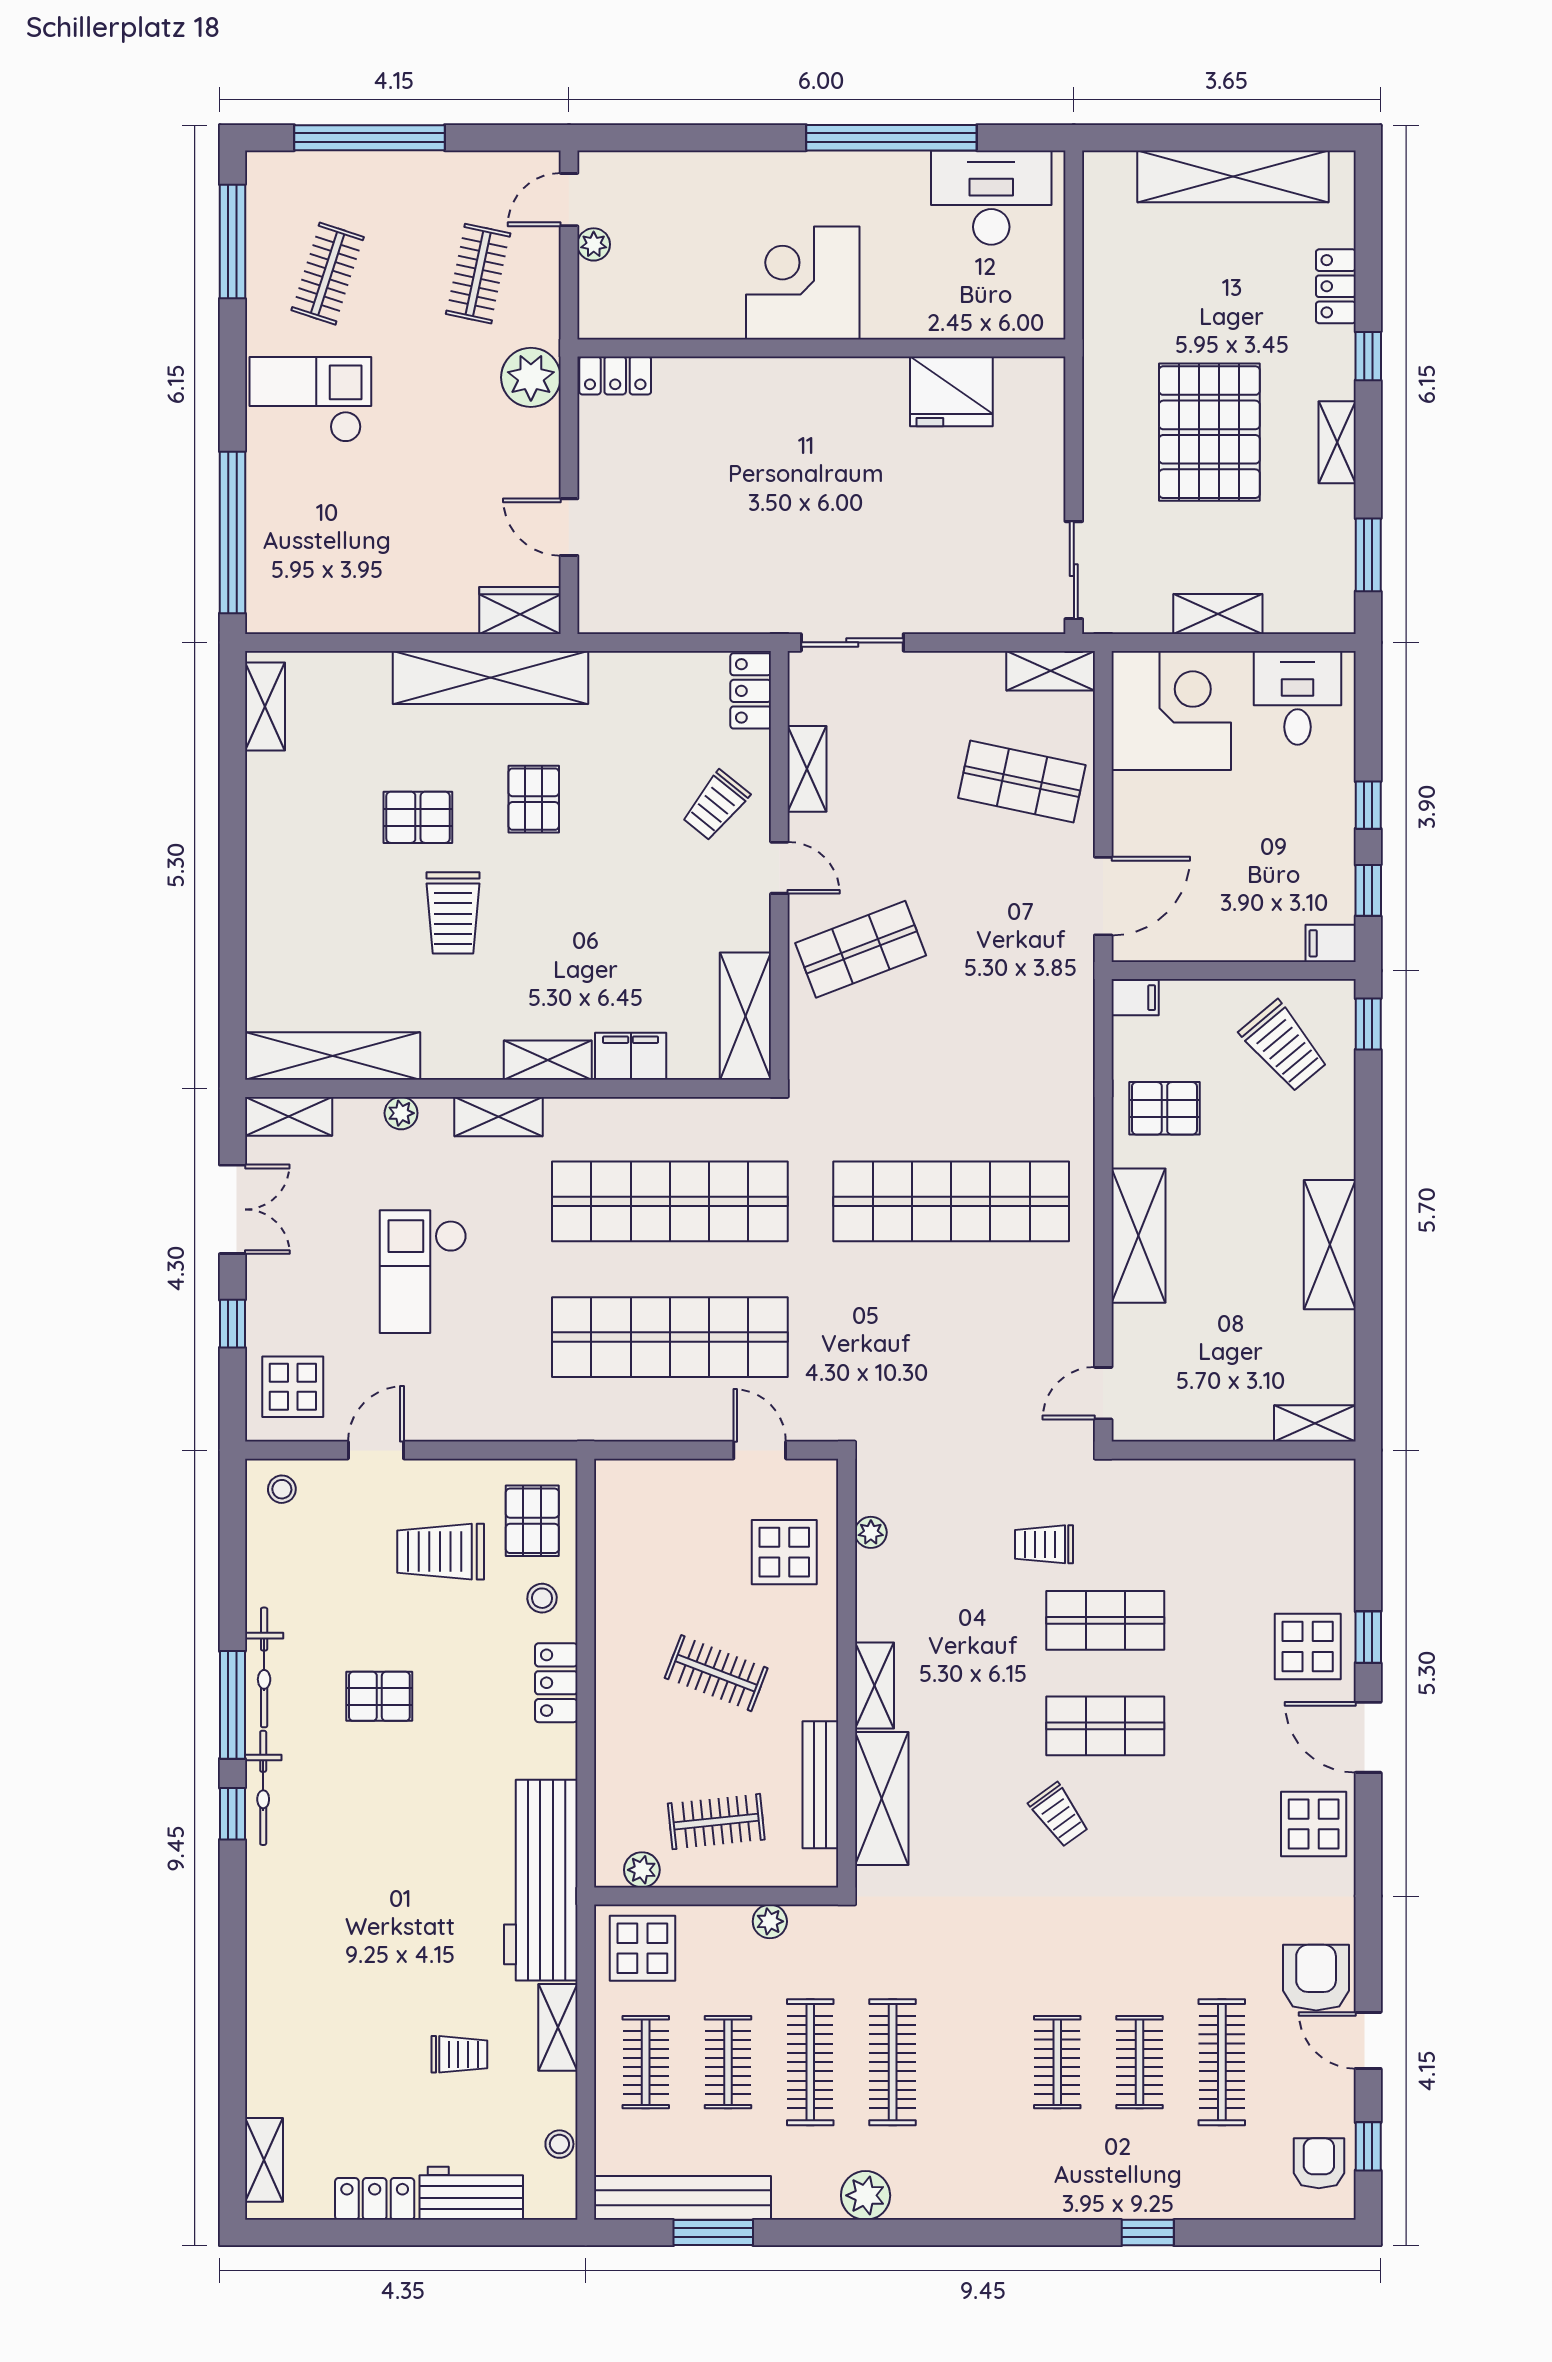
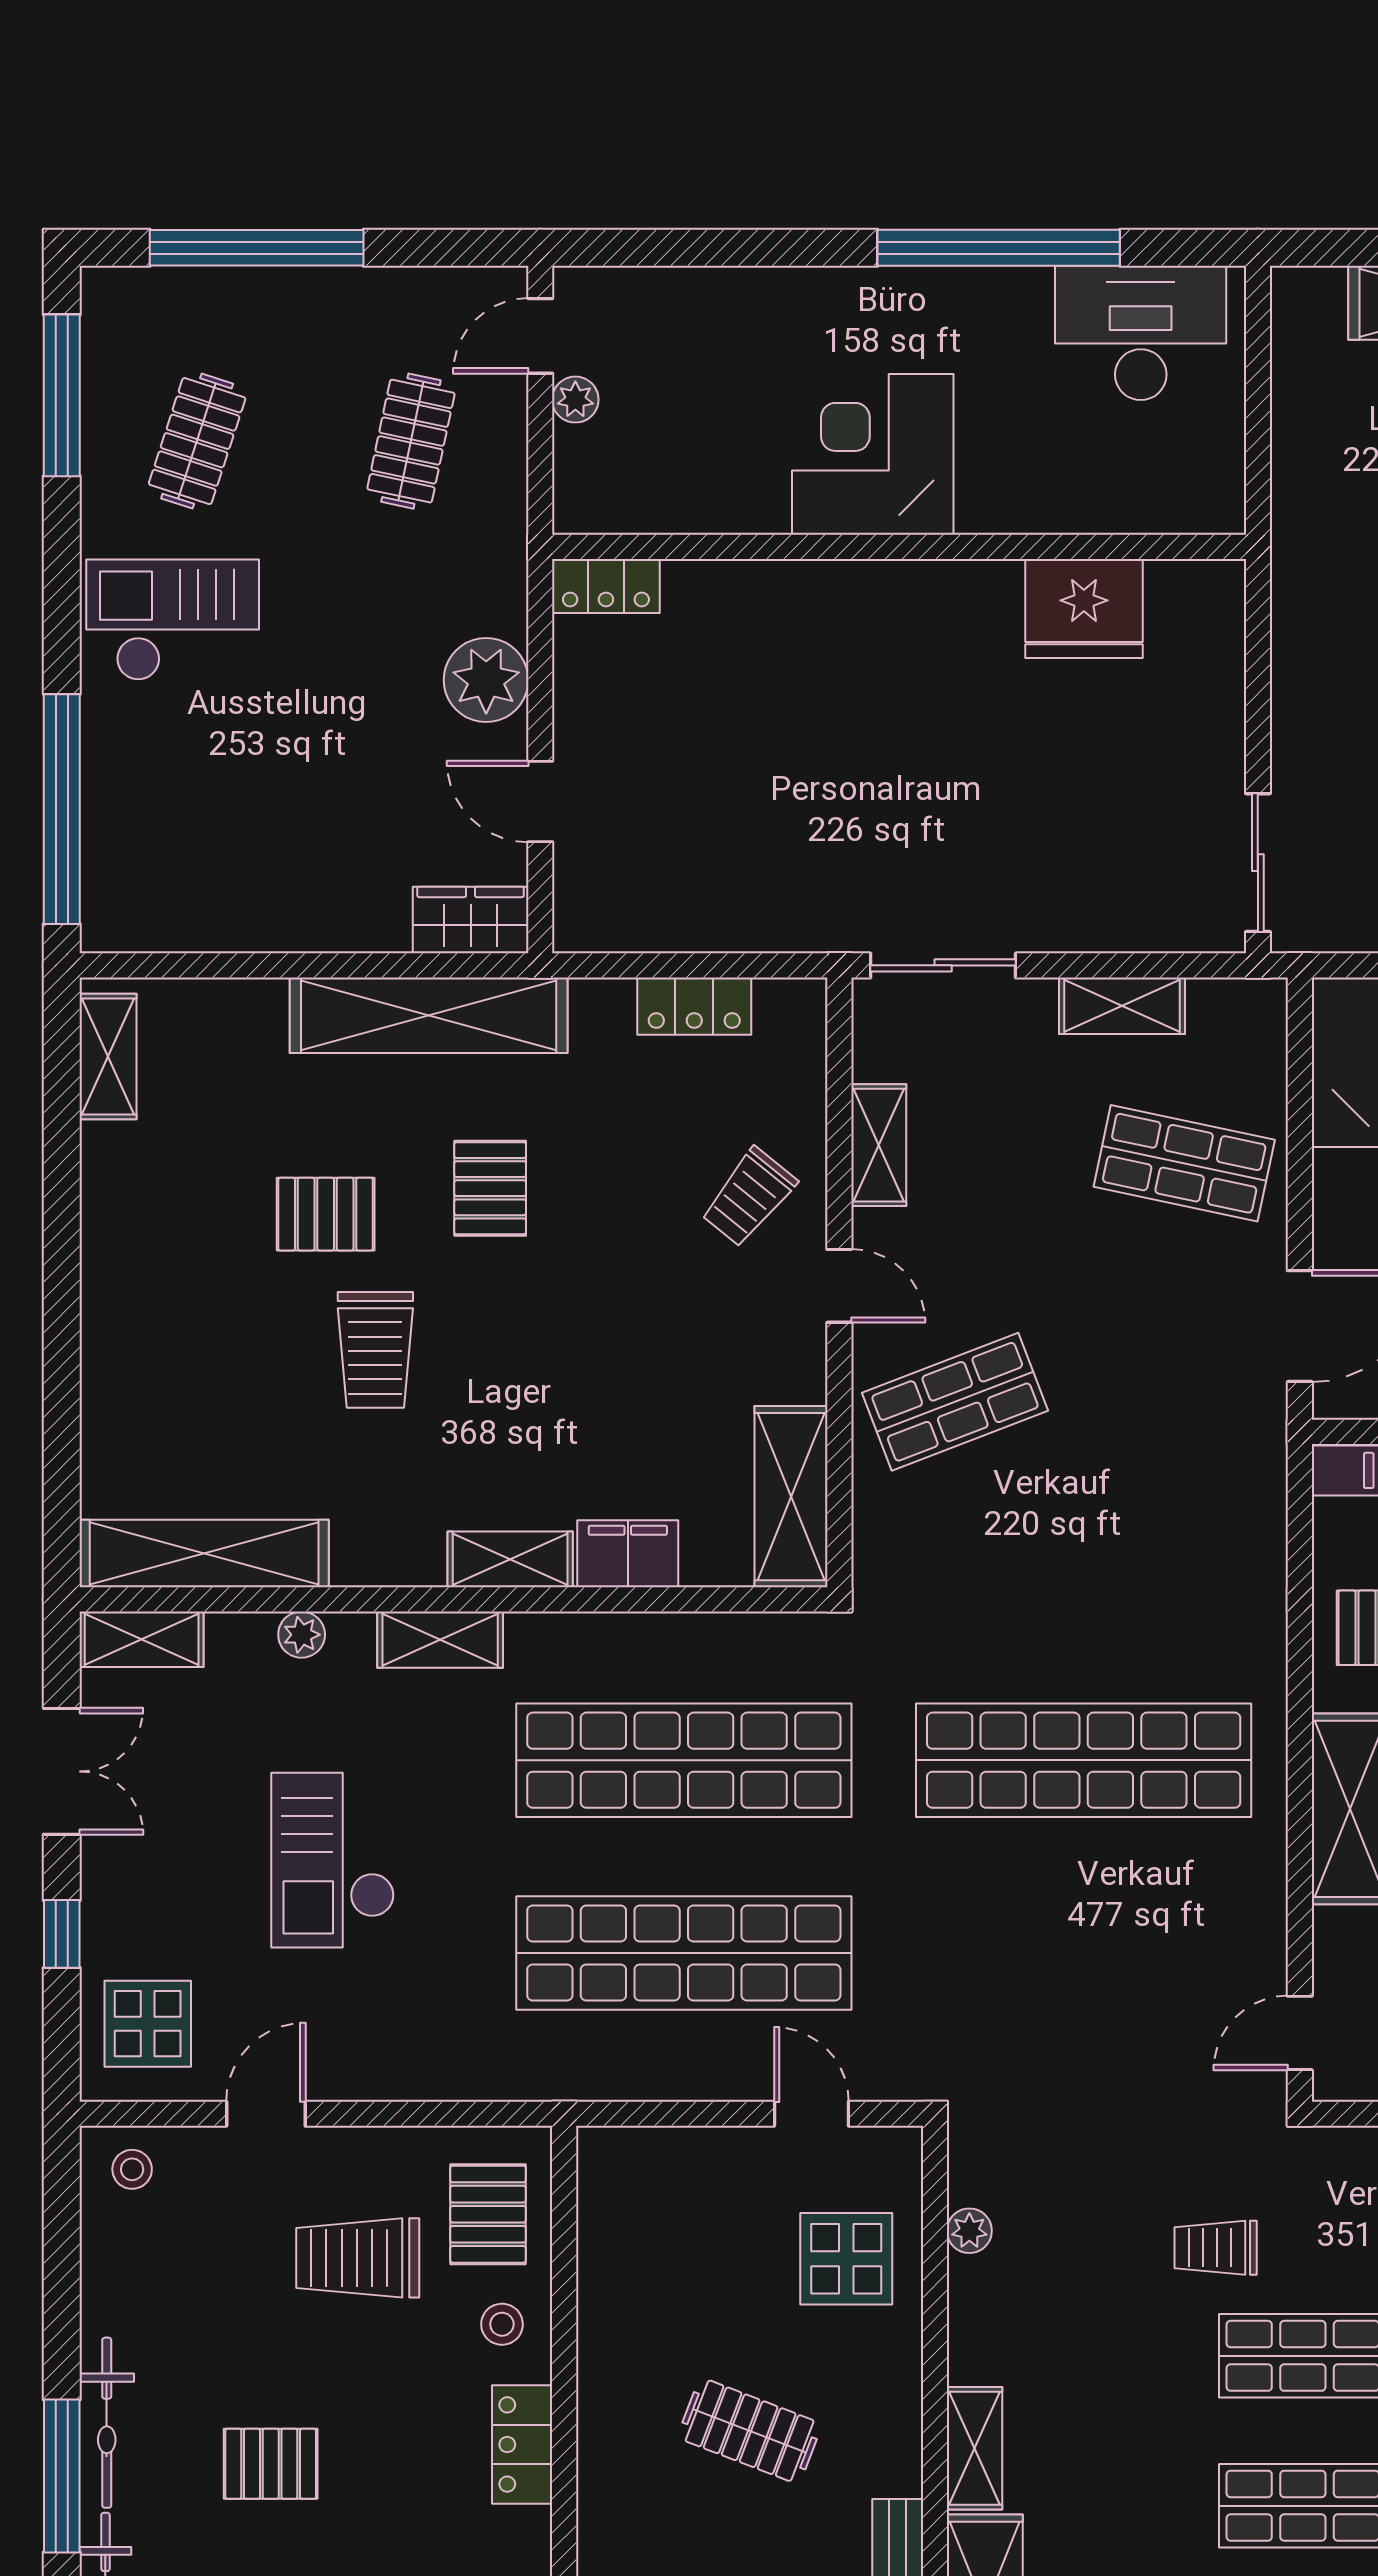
plant: (531, 377) -> (486, 680), moved
shelving: (1051, 671) -> (1122, 1006), moved
locker: (751, 691) -> (694, 1006), moved, turned -90

